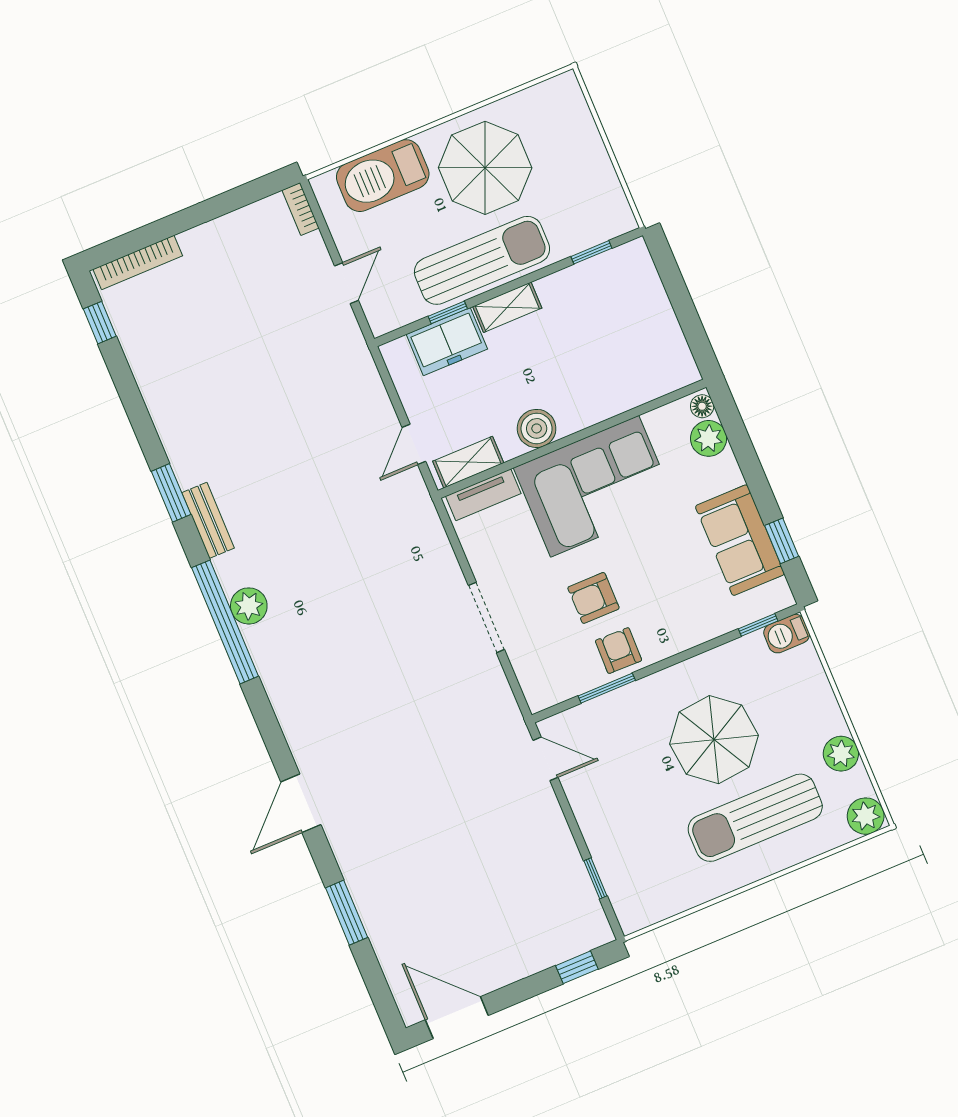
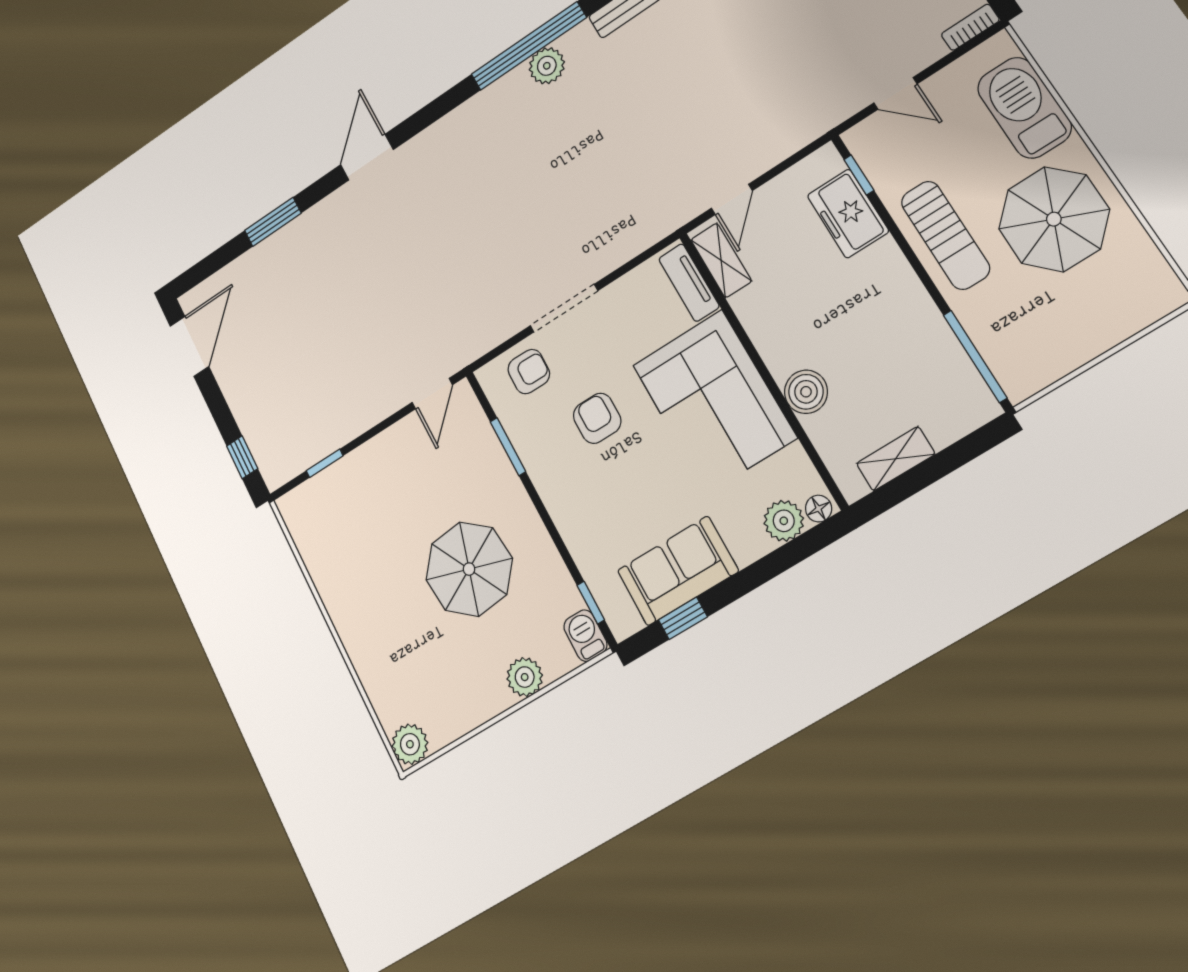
window: (591, 252) -> (975, 356), width x2.17
sun lounger: (482, 260) -> (945, 235), width x0.73, depth x0.75
shelving: (507, 307) -> (896, 459), moved, turned 90
window: (448, 312) -> (859, 175), moved
boiler: (537, 428) -> (806, 392), moved
door: (414, 444) -> (732, 199), swing flipped
armchair: (619, 651) -> (529, 372), moved
plant: (841, 754) -> (525, 677), moved
door: (301, 803) -> (367, 157), hinge flipped
sun lounger: (755, 818) -> (397, 623), removed

